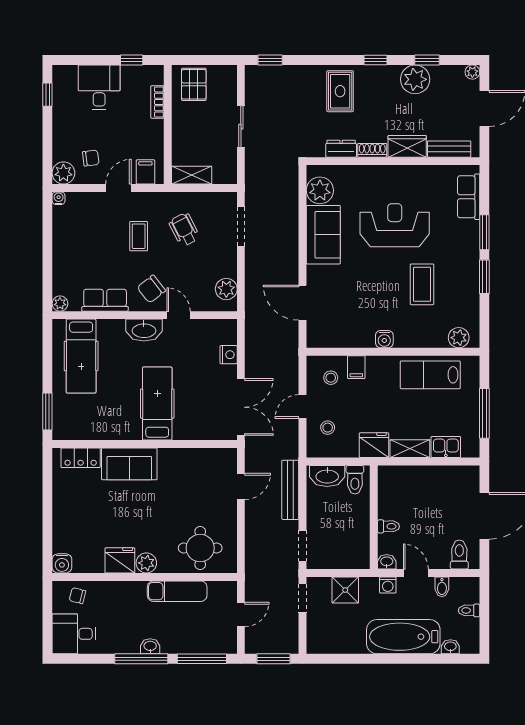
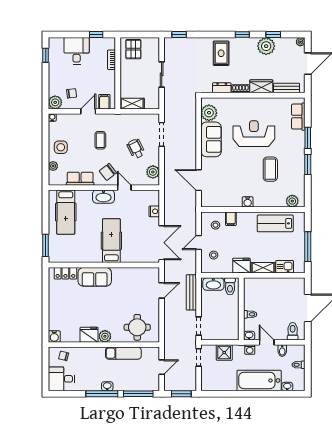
wheelchair: (184, 230) -> (136, 149), moved
side table: (73, 248) -> (61, 147), added
plant: (60, 304) -> (53, 166), moved

